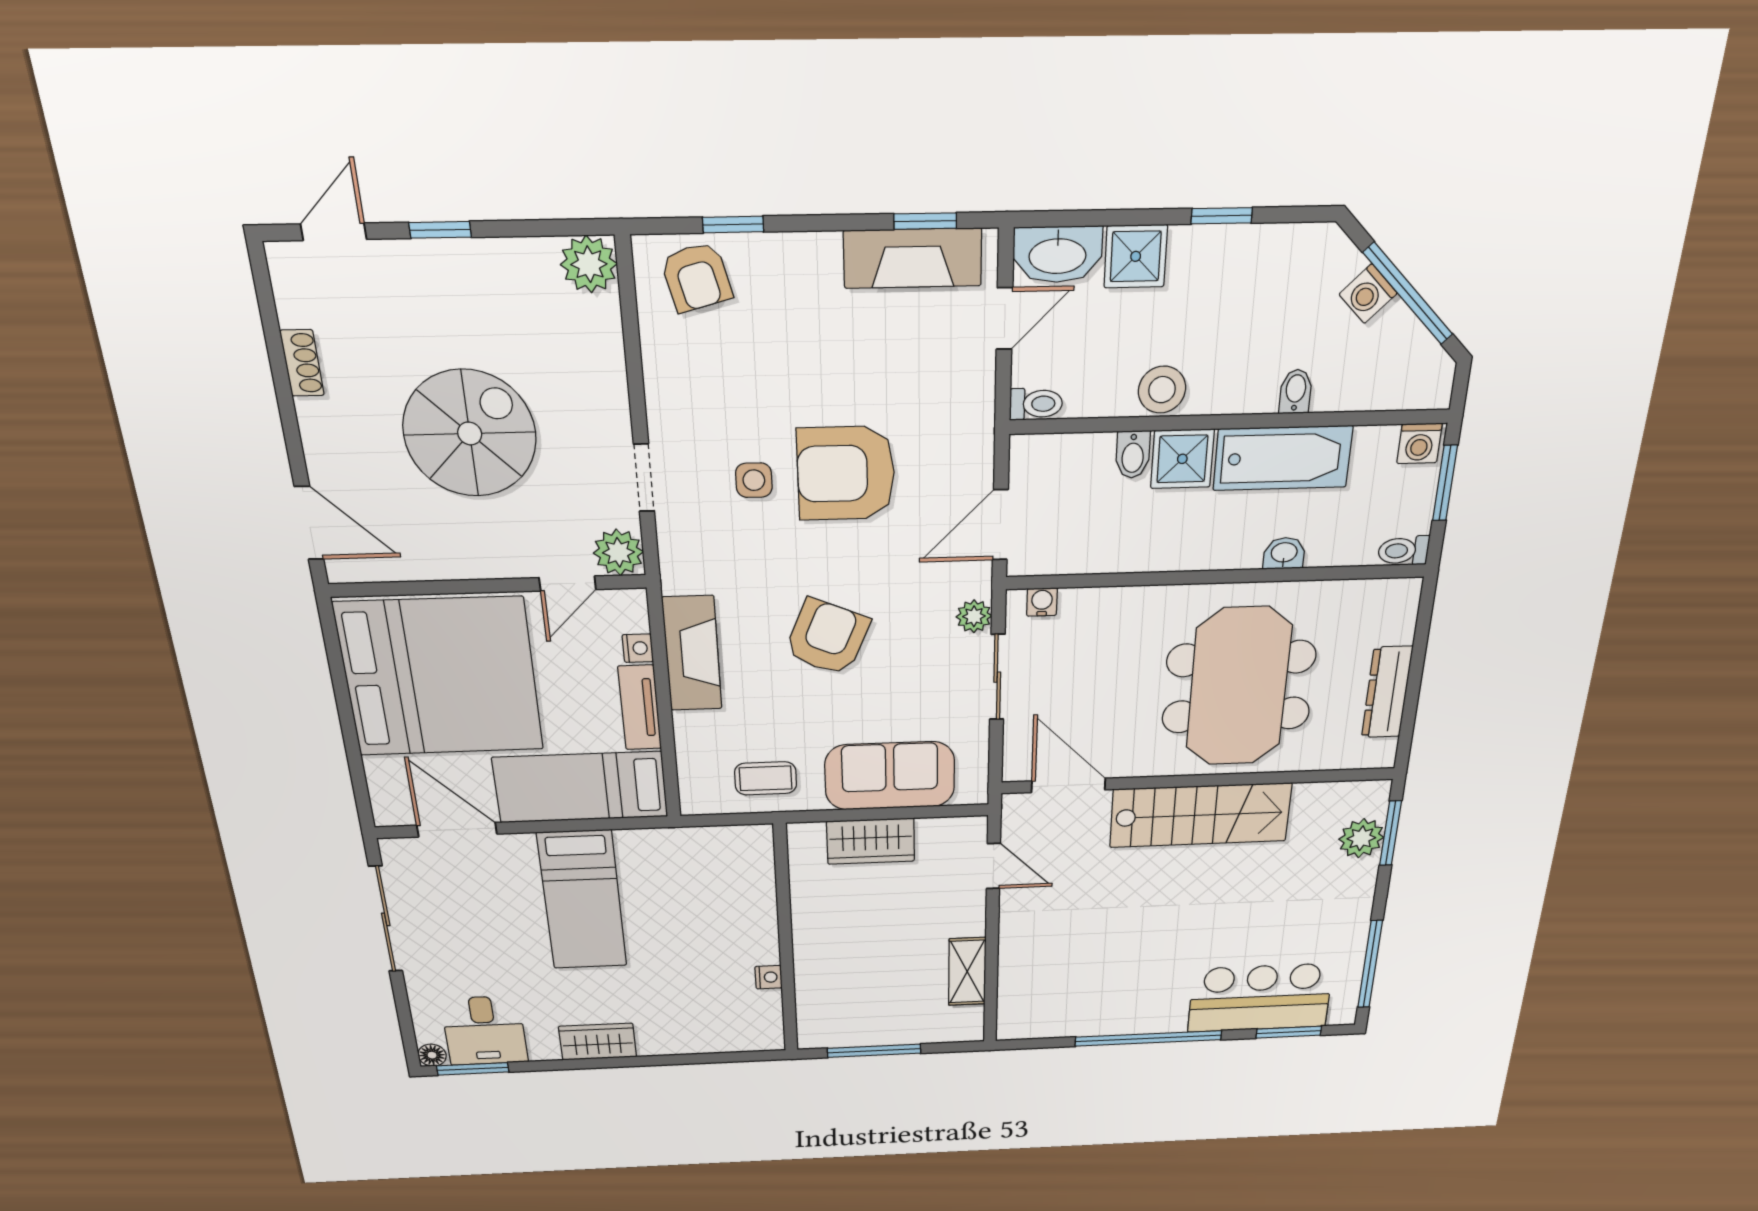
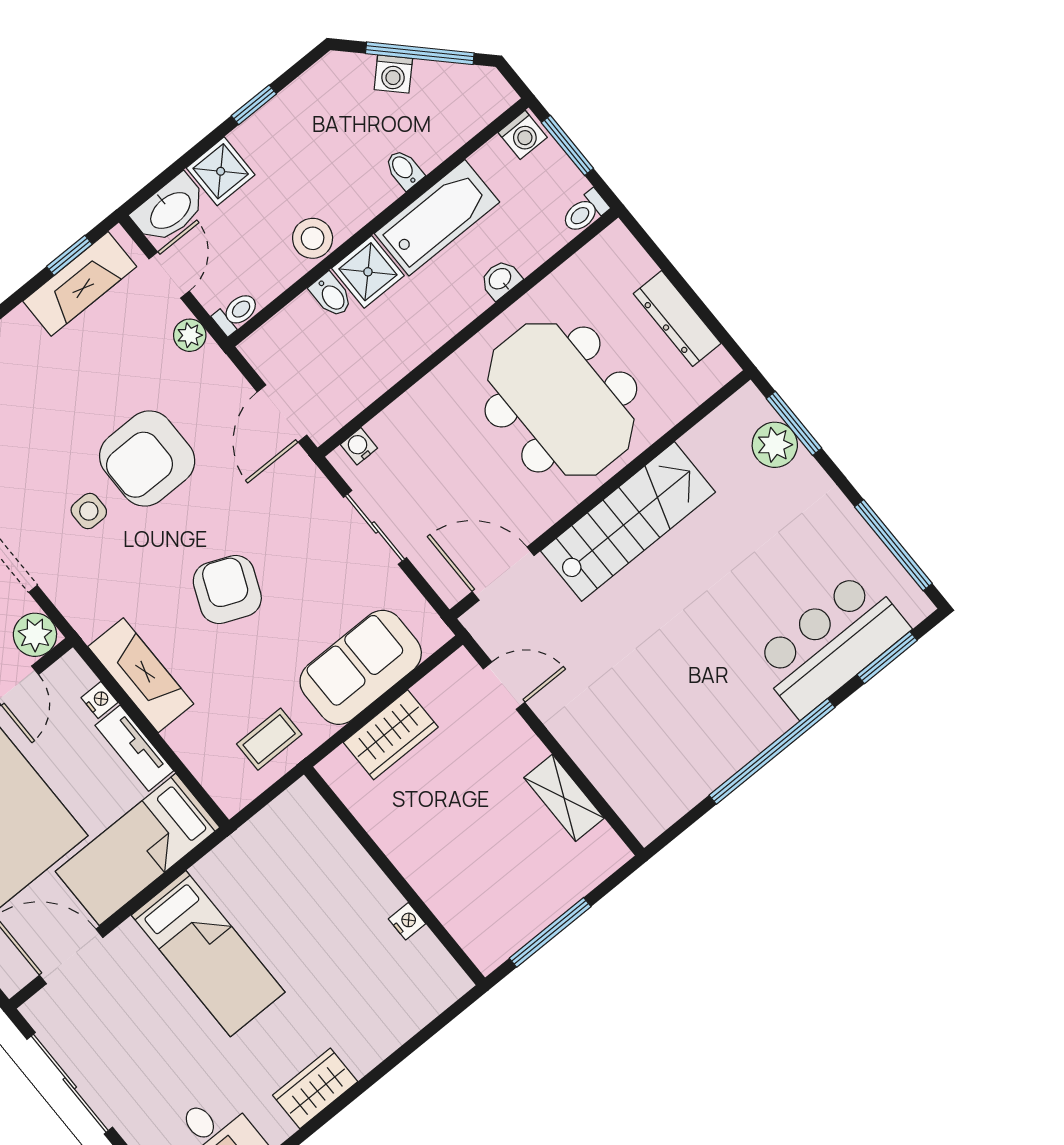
plant: (974, 616) -> (190, 335), moved

